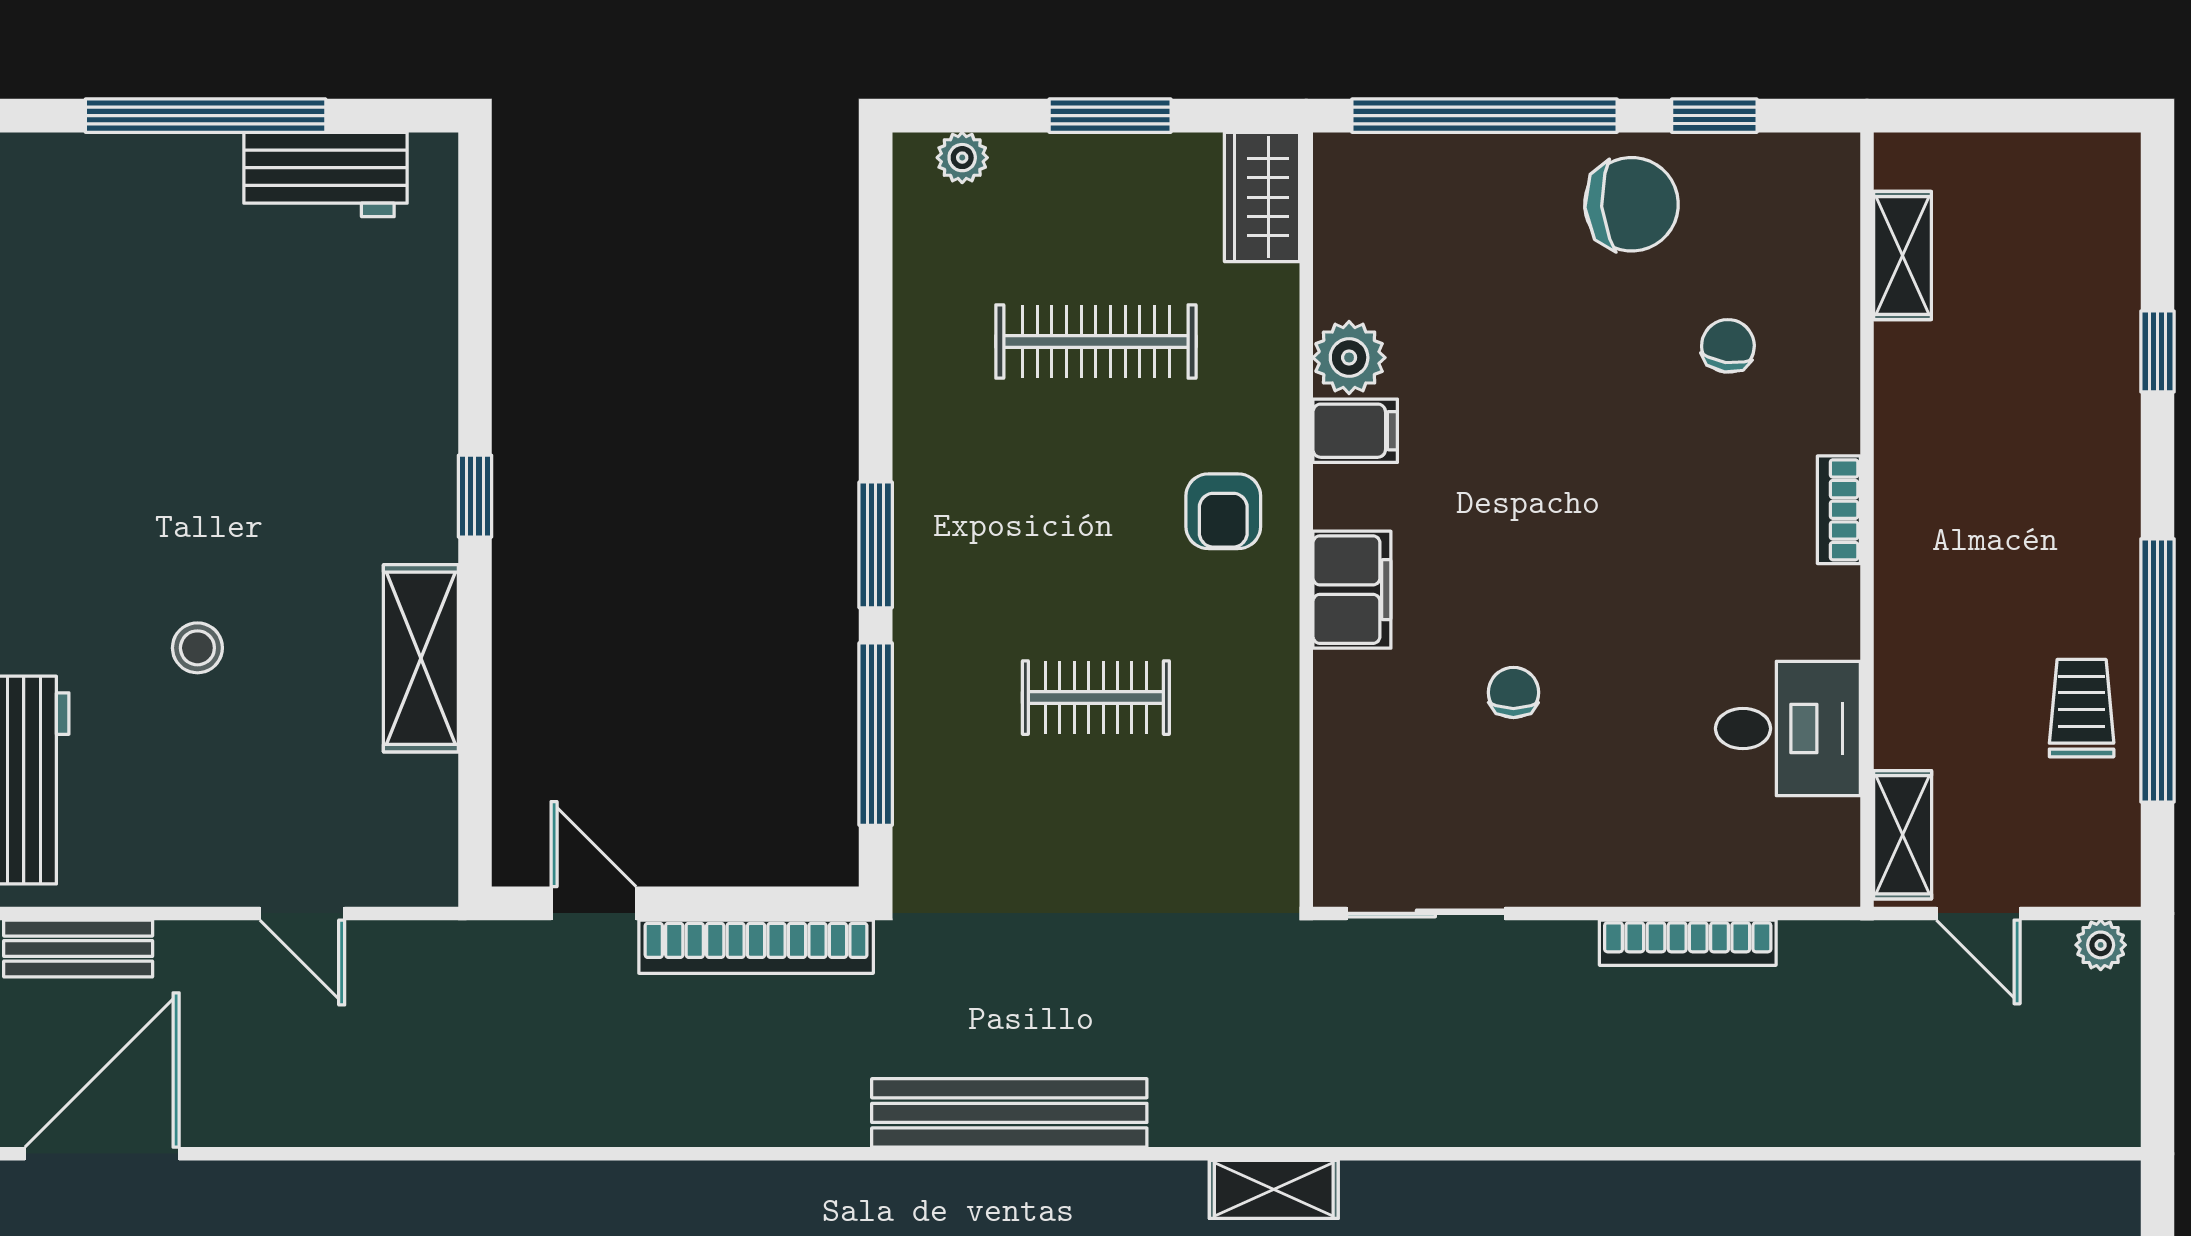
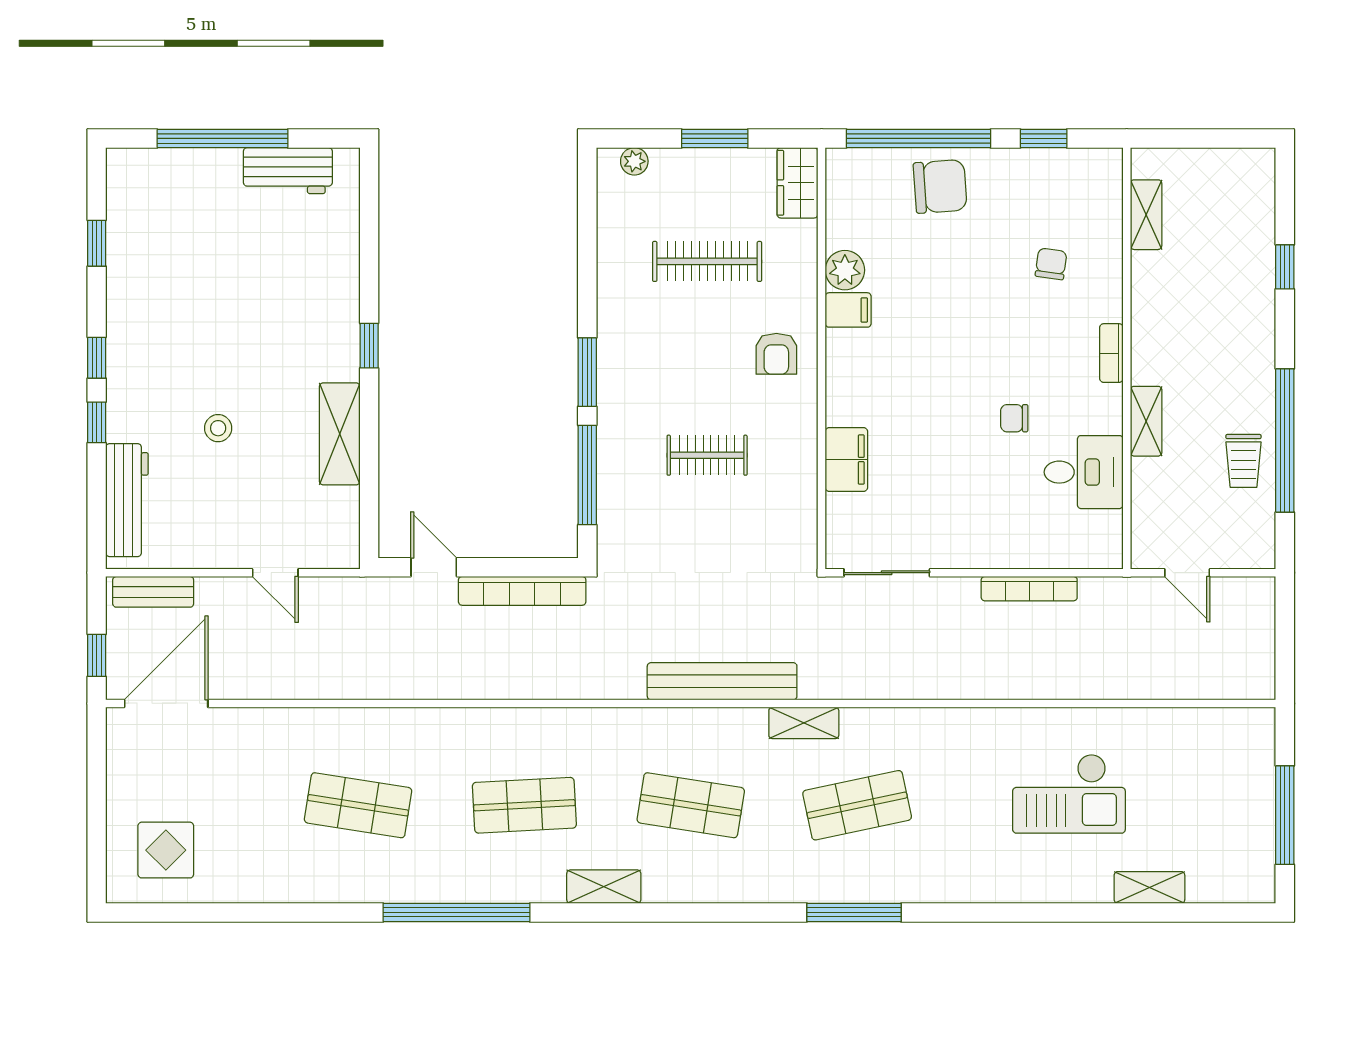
chair: (1632, 204) -> (940, 186), moved
filing cabinet: (1352, 590) -> (846, 460), moved
chair: (1513, 692) -> (1014, 418), moved, turned -90
trolley: (2082, 708) -> (1243, 461), turned 180
shelving: (1903, 835) -> (1146, 421), moved
plant: (2101, 945) -> (1254, 590), removed
bench: (1009, 1113) -> (722, 681), moved

